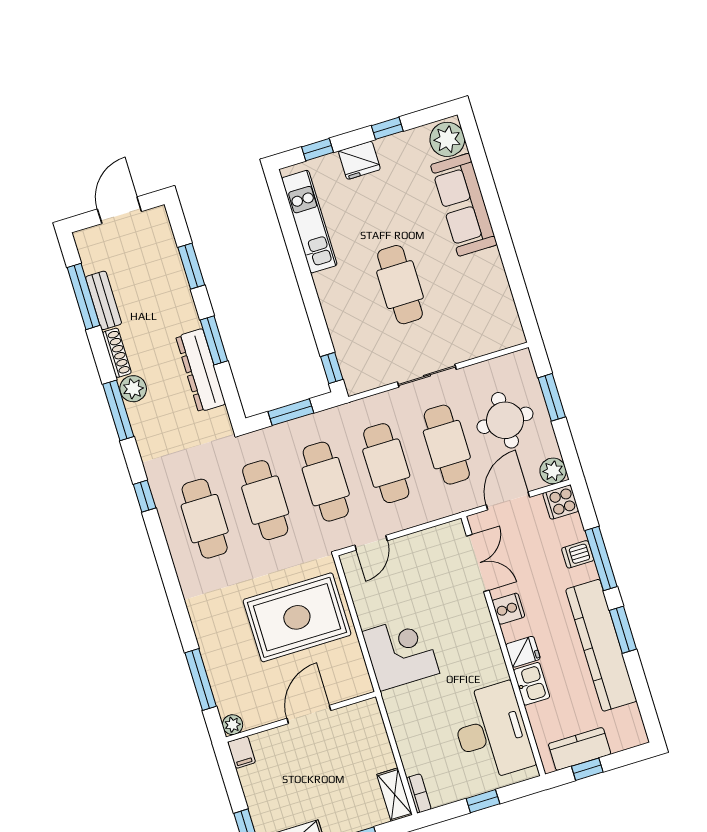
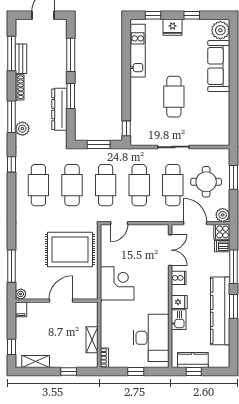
window: (191, 266) -> (71, 55), width x1.44
plant: (133, 389) -> (22, 129), moved
door: (508, 501) -> (195, 223), hinge flipped
dishwasher: (578, 554) -> (222, 246), moved
shelving: (395, 795) -> (92, 340), moved

